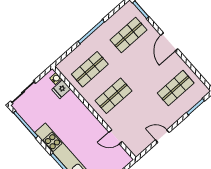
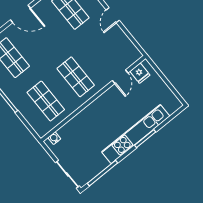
fridge: (61, 89) -> (140, 73), moved
door: (162, 136) -> (113, 15), moved

